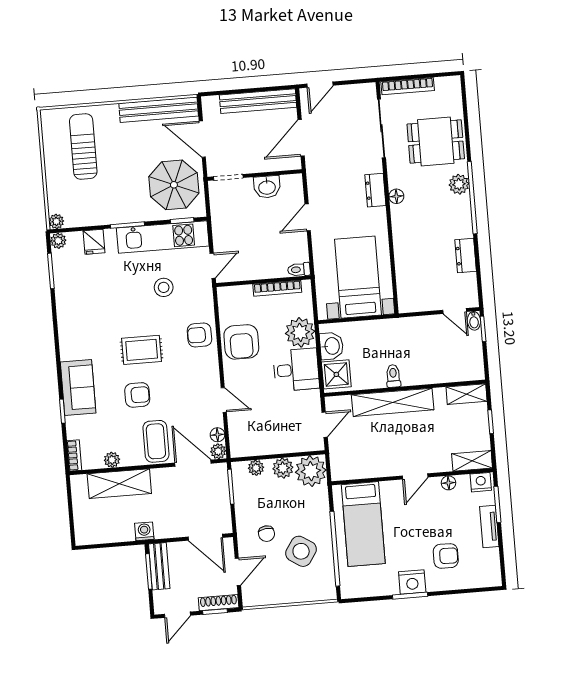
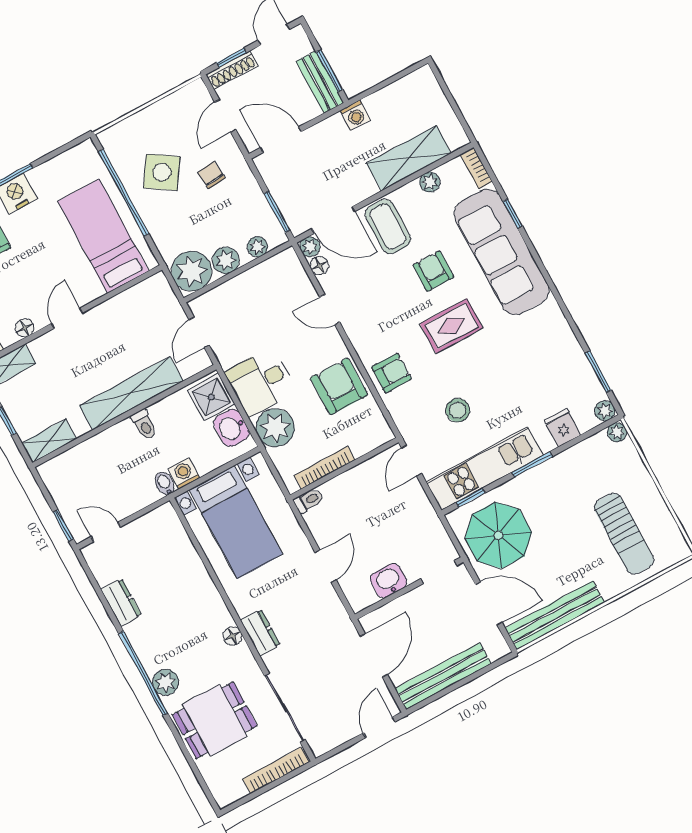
bidet: (474, 321) -> (165, 483), moved
washing machine: (380, 328) -> (184, 473), added
sofa: (78, 388) -> (502, 252), width x1.85, depth x1.27
armchair: (137, 395) -> (433, 271), turned 90

